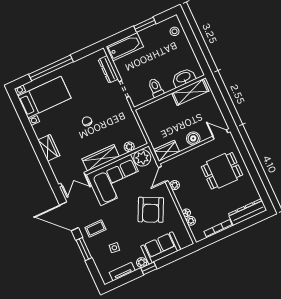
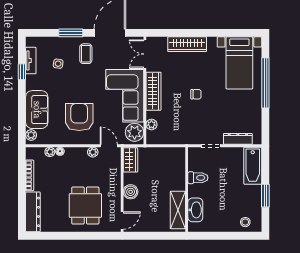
wardrobe: (49, 148) -> (187, 44), width x1.50
armchair: (151, 210) -> (79, 117), turned 64
plant: (142, 262) -> (31, 135), moved
window: (149, 268) -> (22, 72), moved

